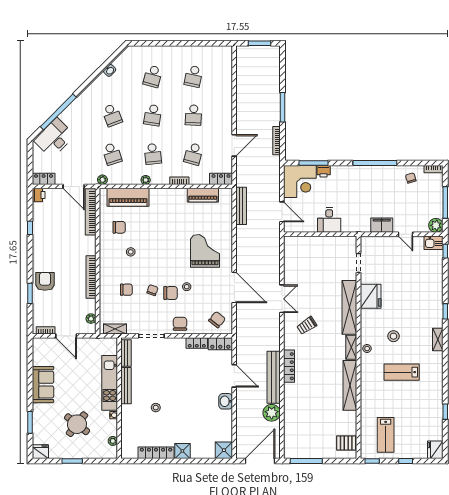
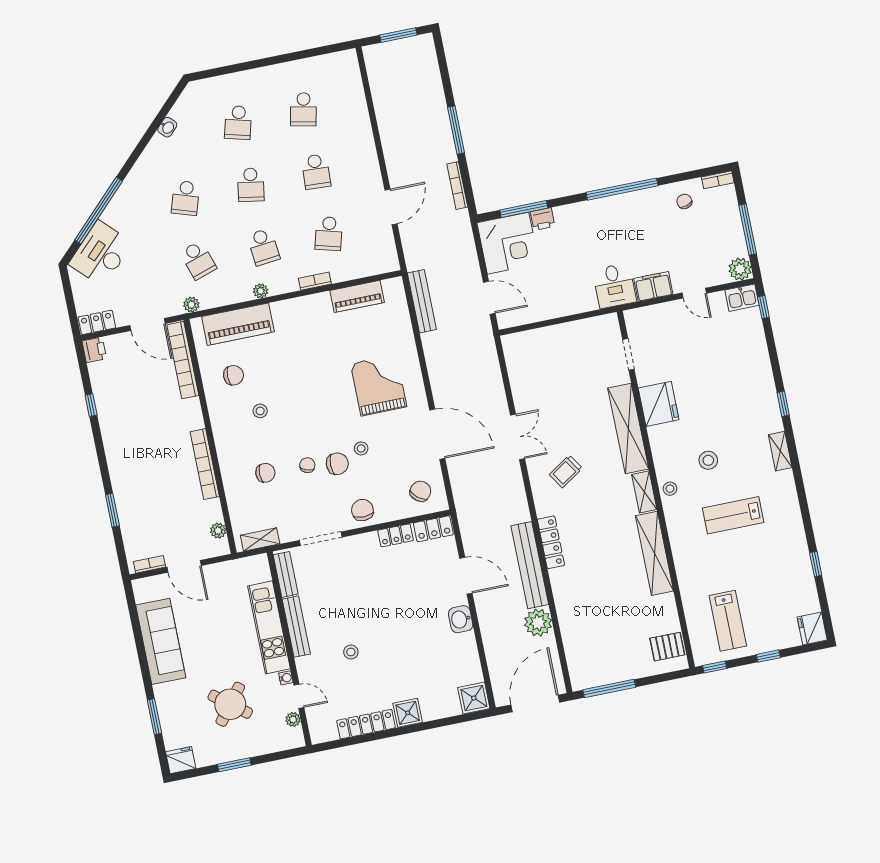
school desk: (112, 115) -> (186, 198), turned 39
locker: (221, 179) -> (381, 265), removed
desk: (329, 220) -> (614, 286), moved
armchair: (45, 281) -> (132, 486), removed
sofa: (43, 385) -> (161, 641), width x1.36
door: (119, 428) -> (299, 696), added

